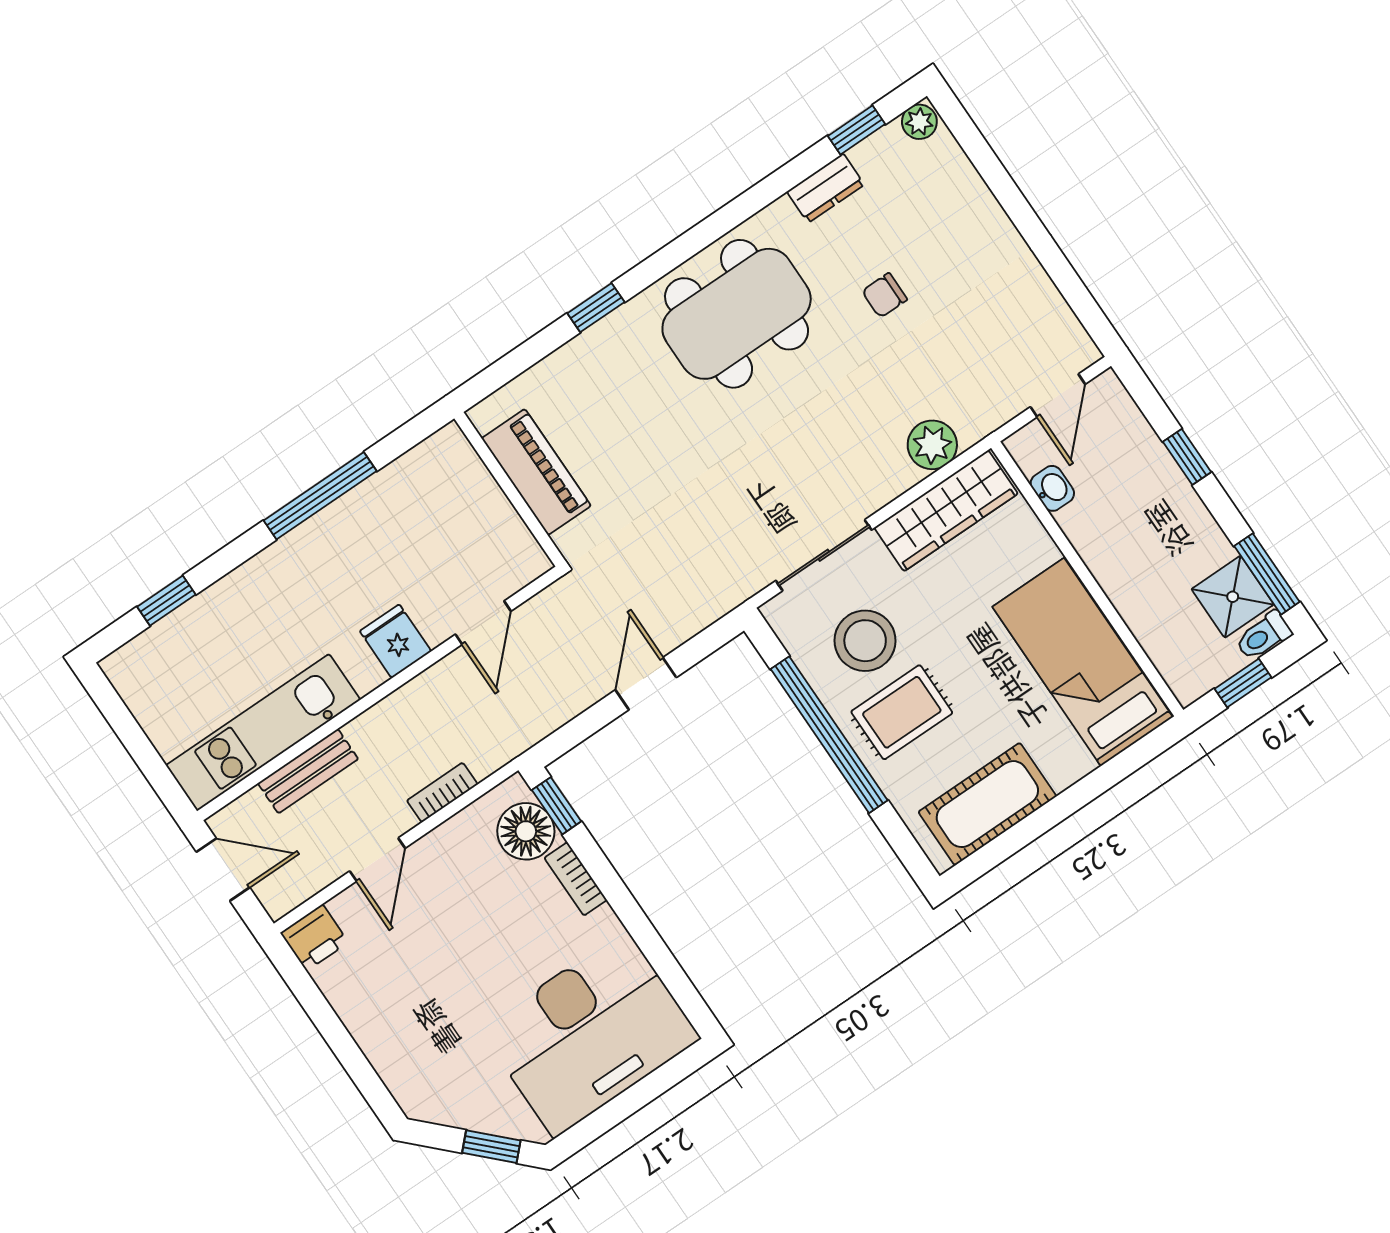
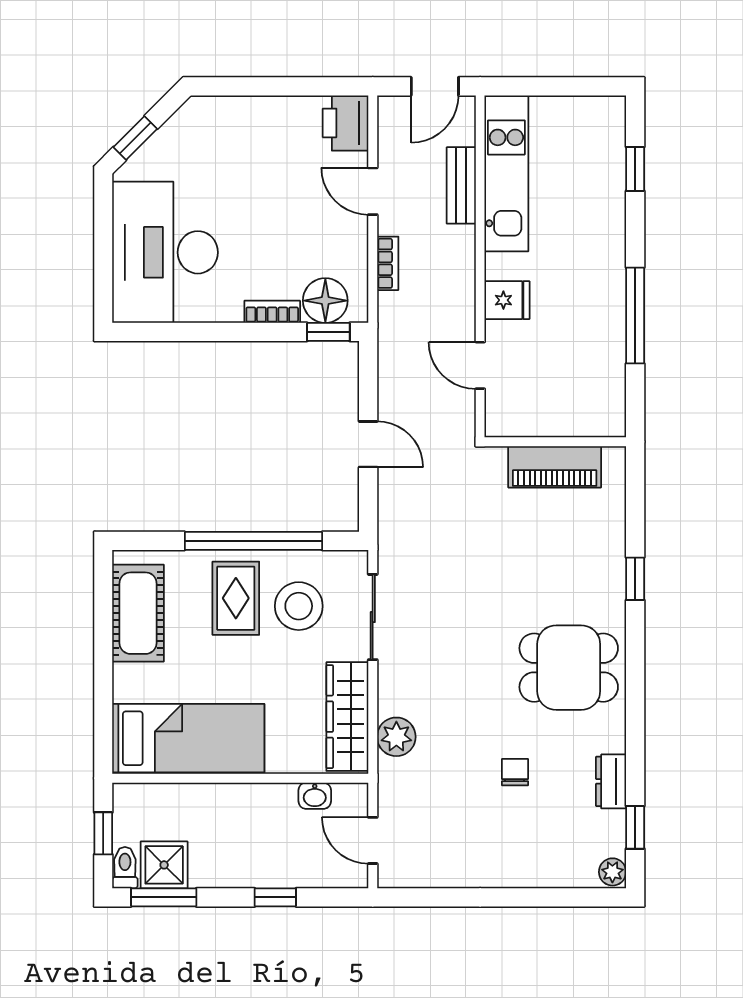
dining table: (737, 314) -> (569, 668), width x0.73
printer: (314, 938) -> (346, 123), width x1.36, depth x1.24

